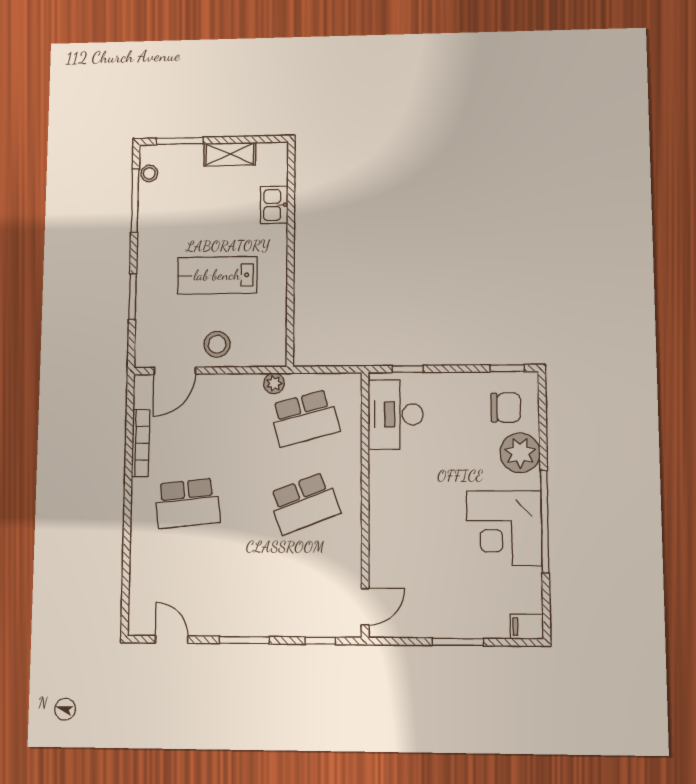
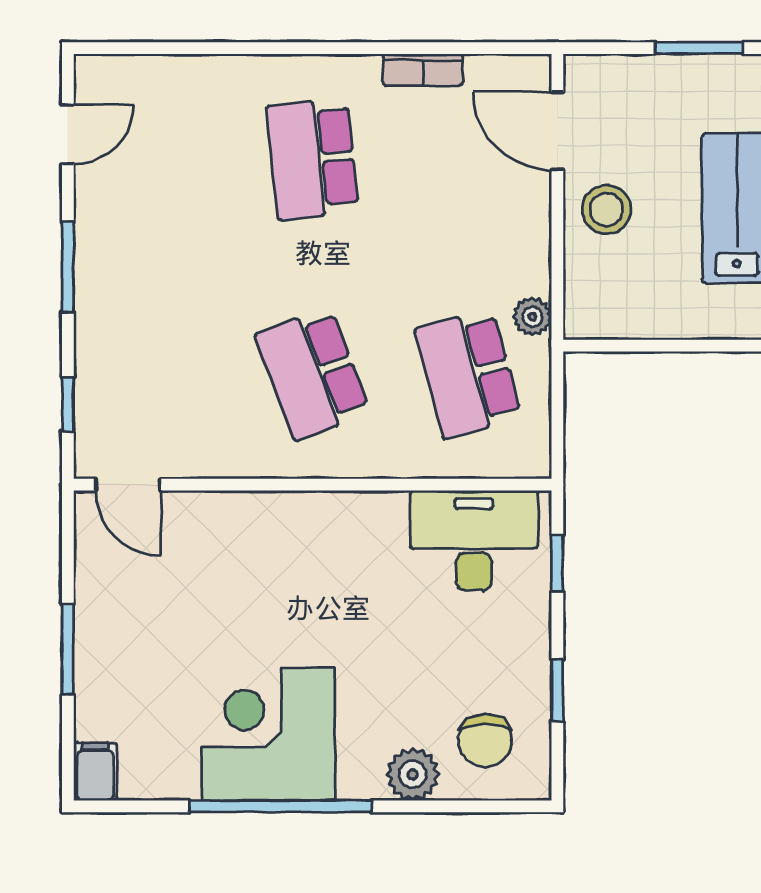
window: (507, 368) -> (557, 690), moved
bookcase: (141, 443) -> (423, 70), width x0.64
plant: (520, 453) -> (413, 774), width x0.73, depth x0.73

